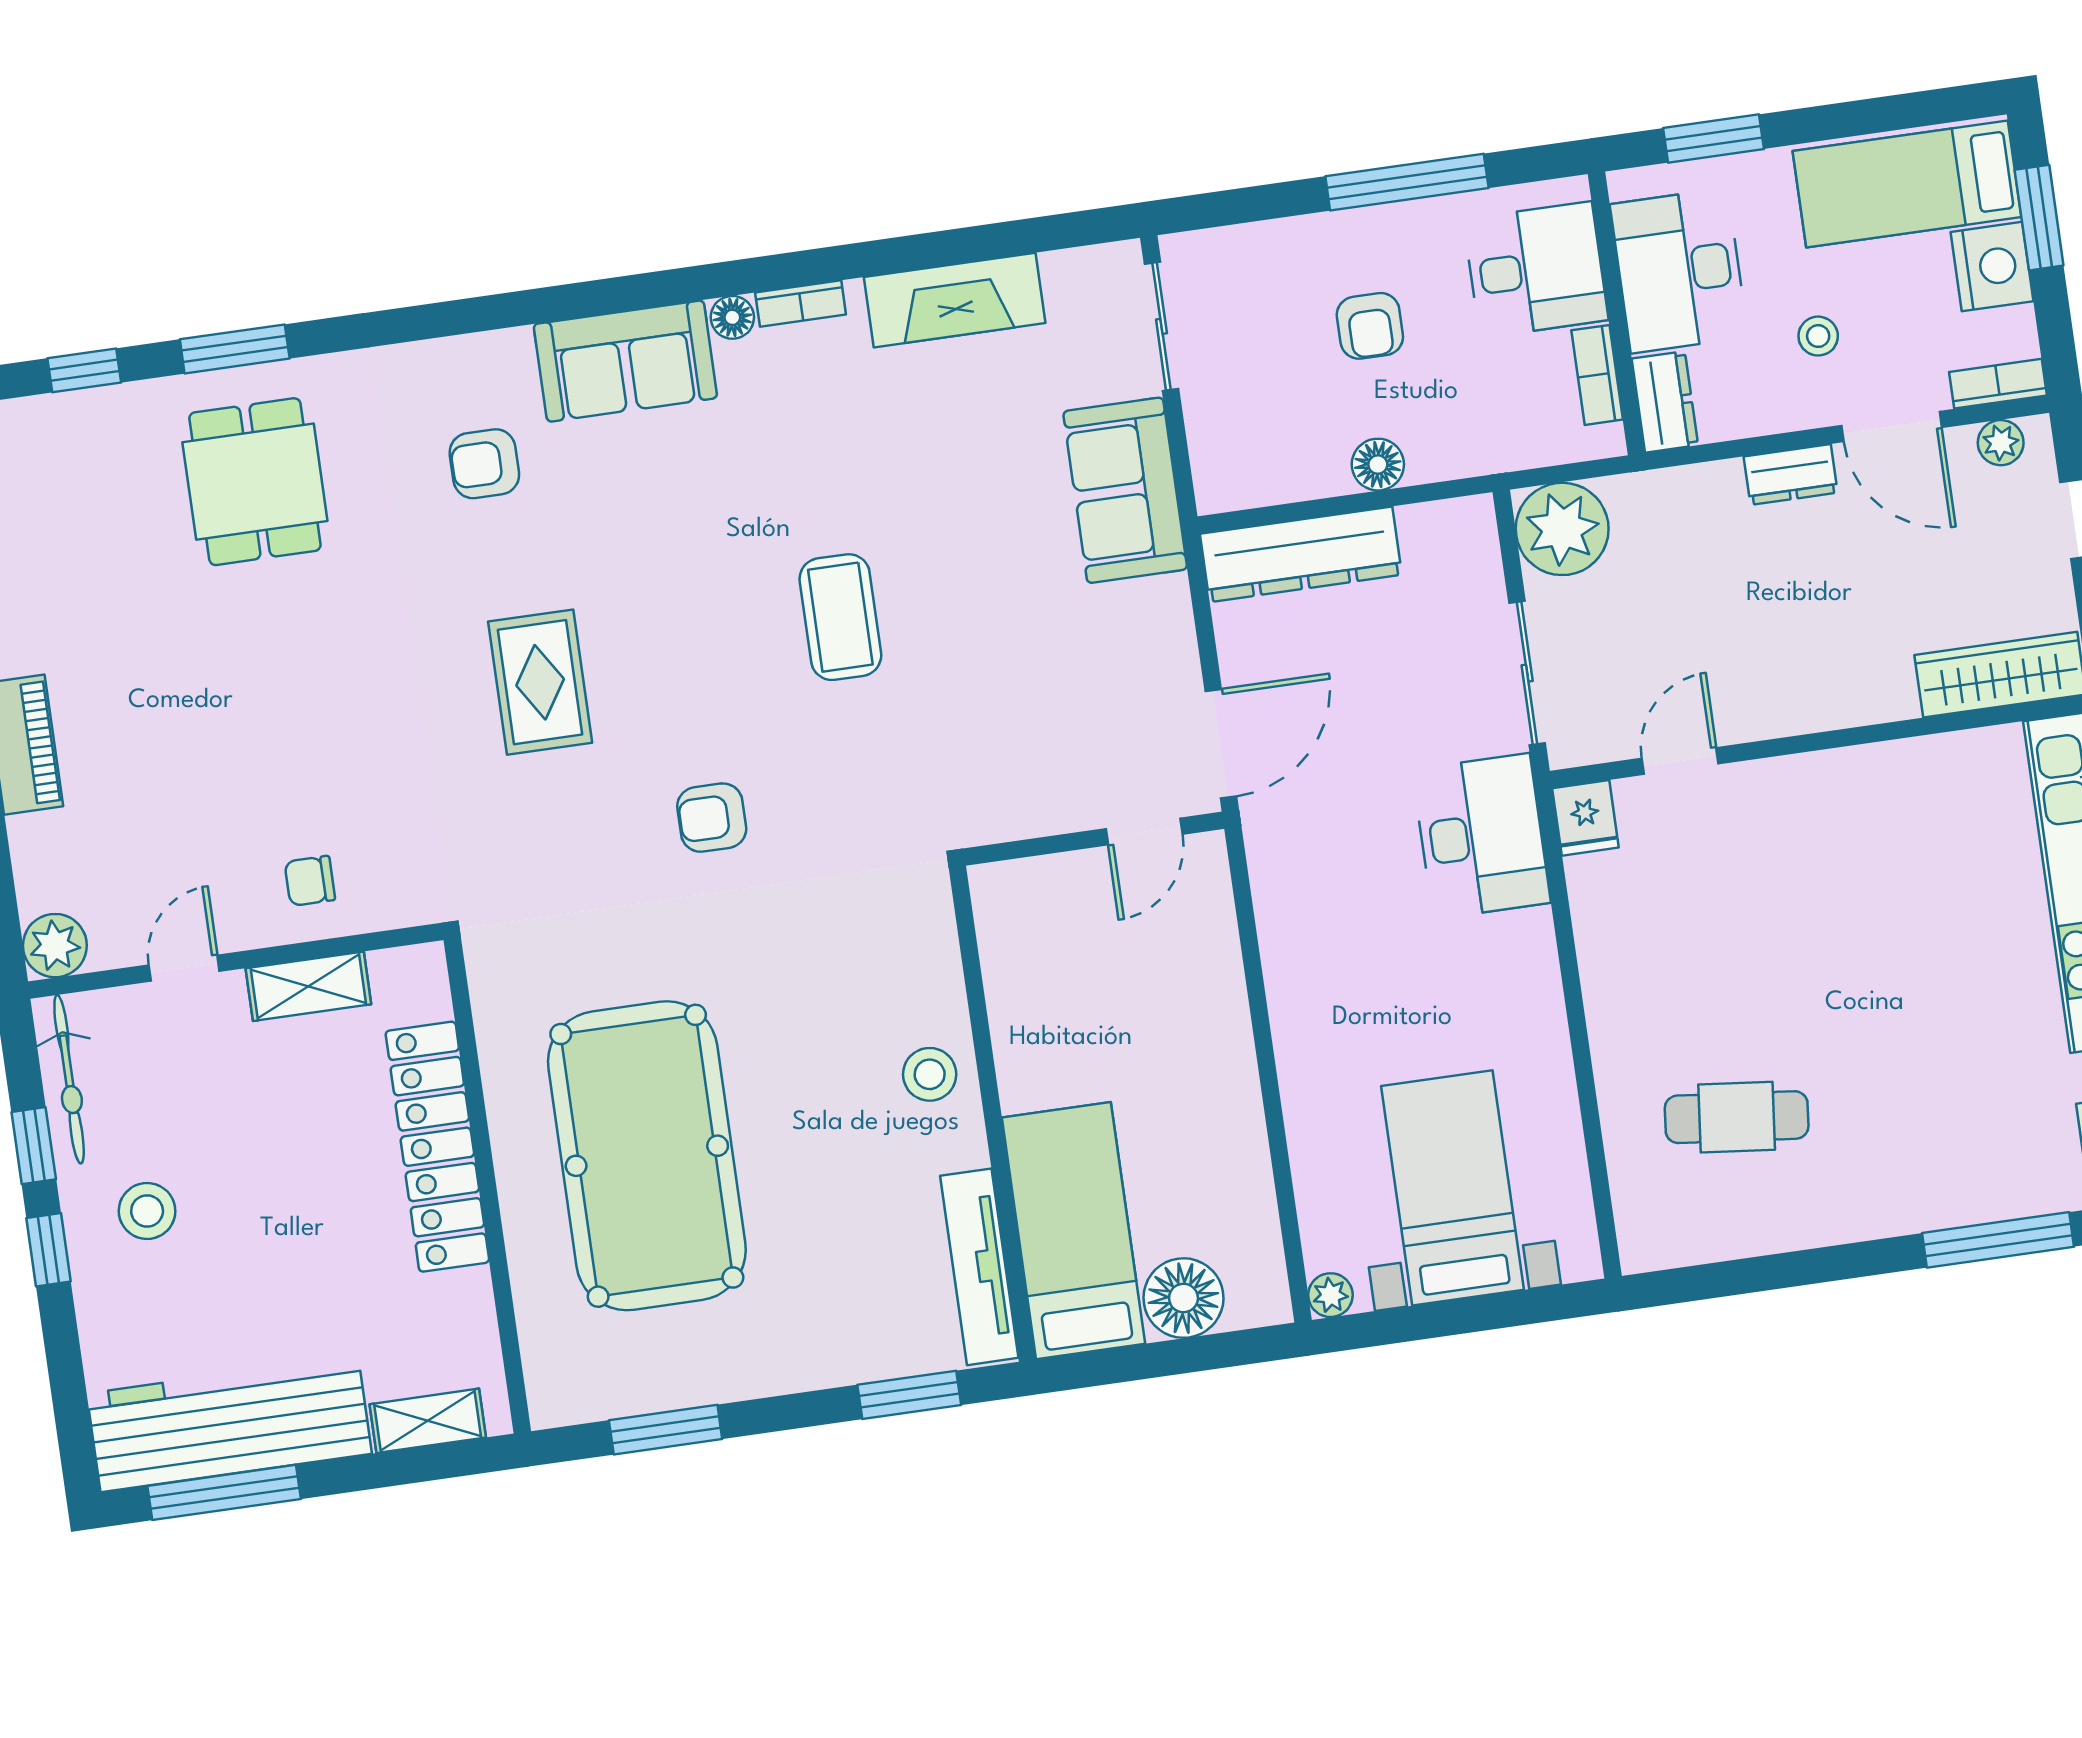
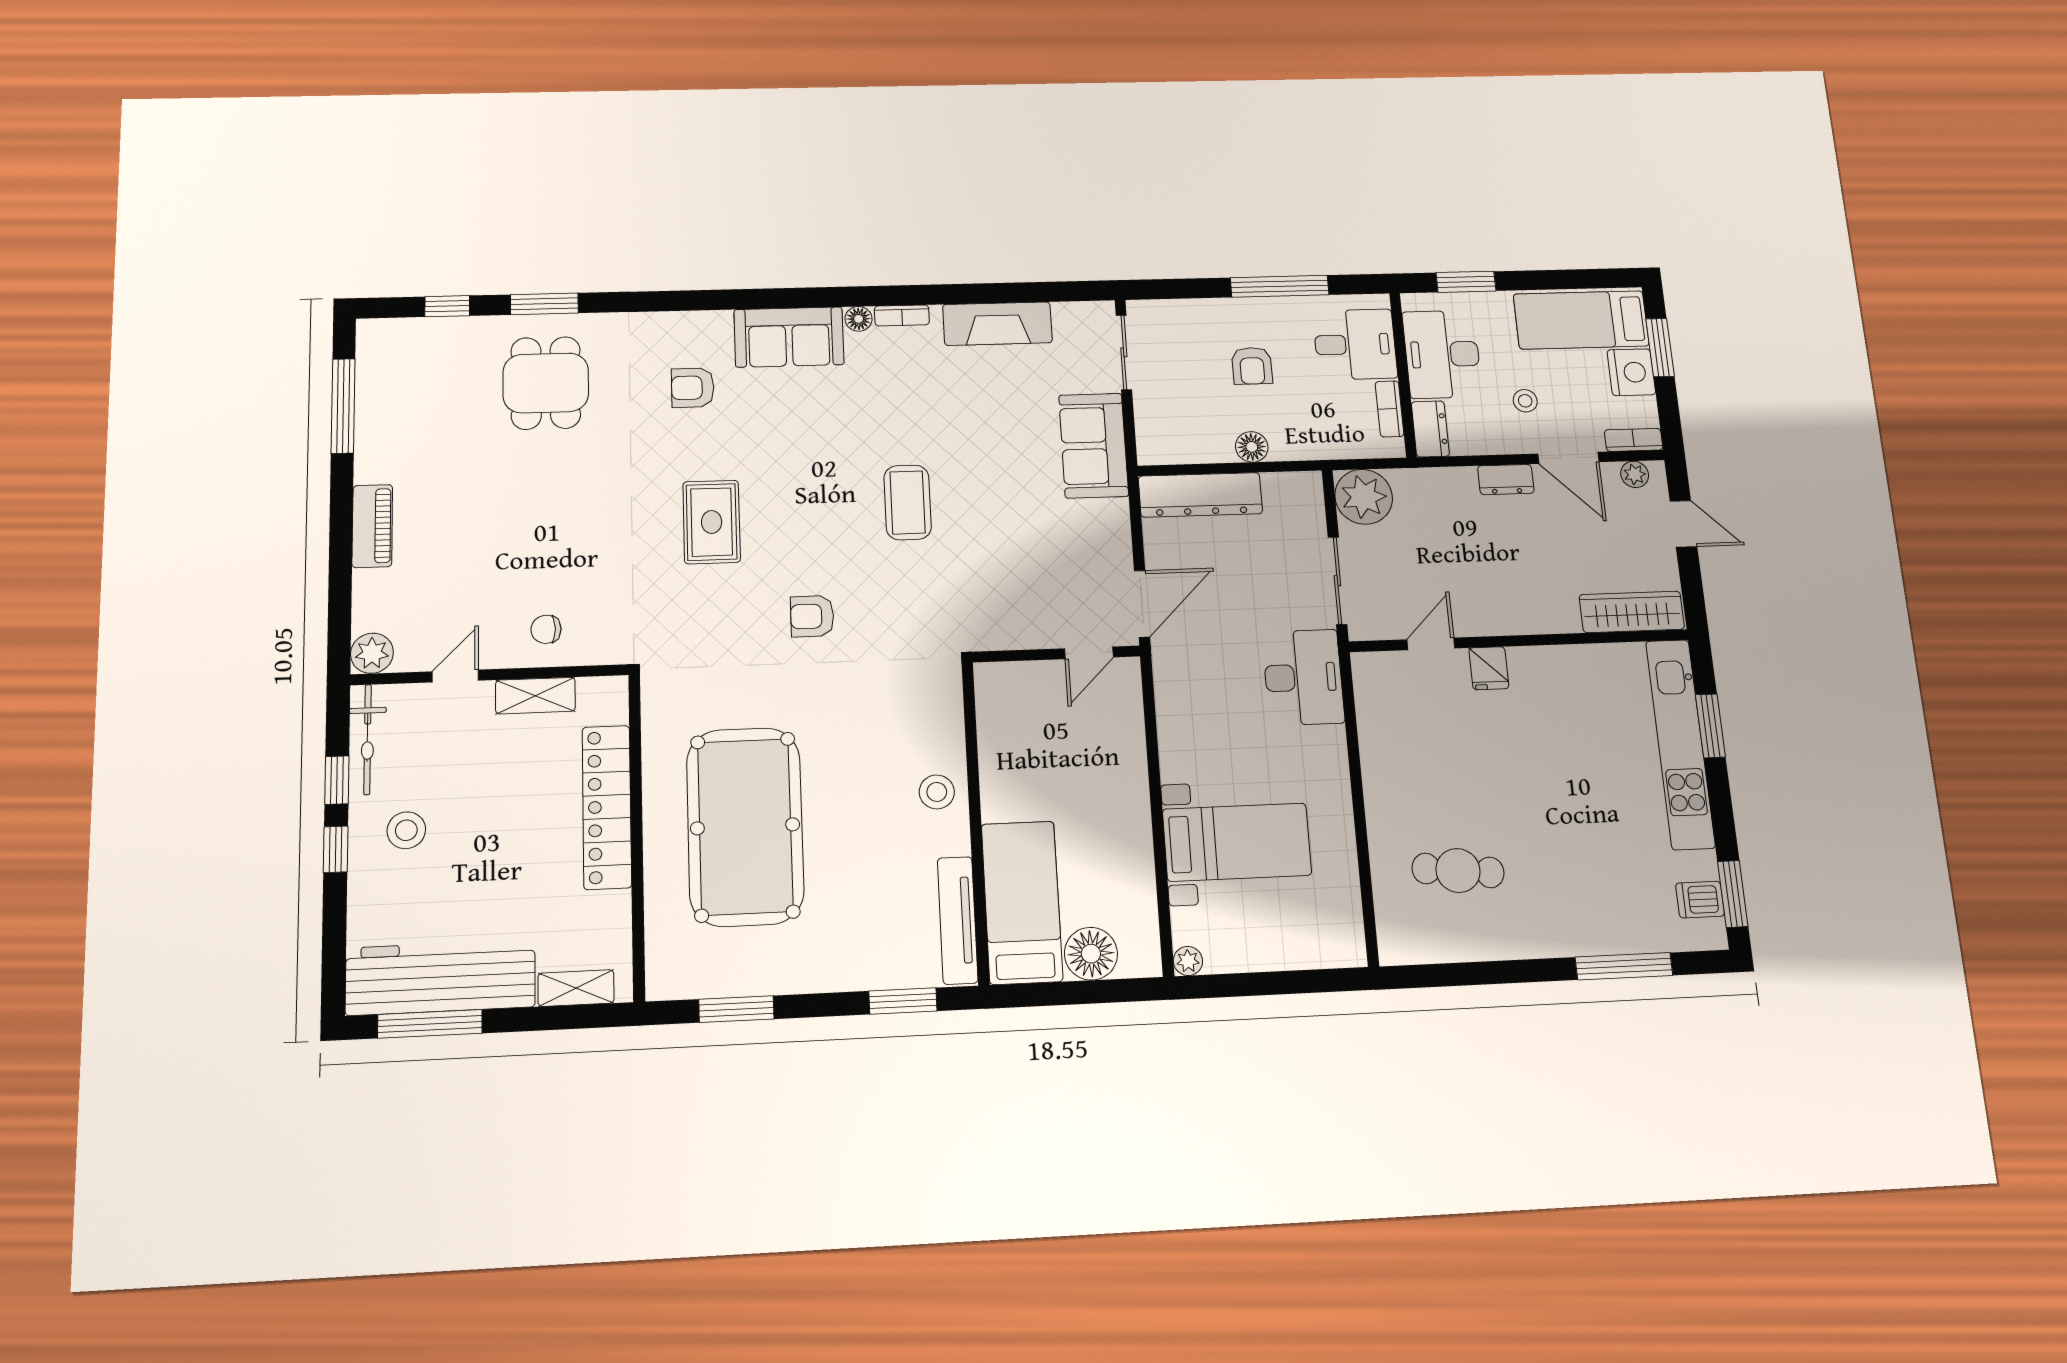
fridge: (1585, 818) -> (1489, 668), moved
bed with nightstands: (1452, 1188) -> (1237, 842), moved, turned 90

